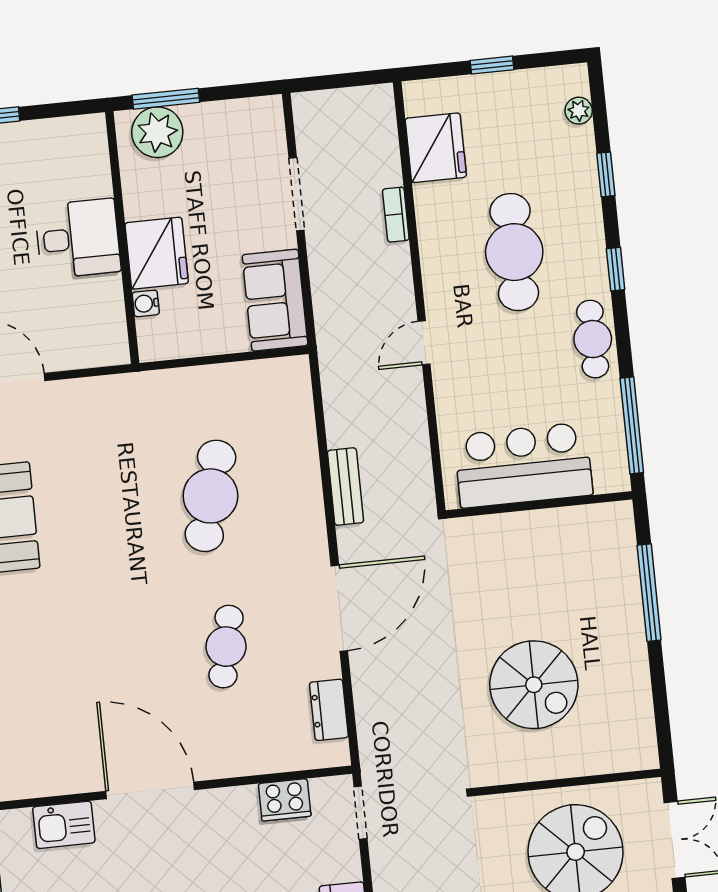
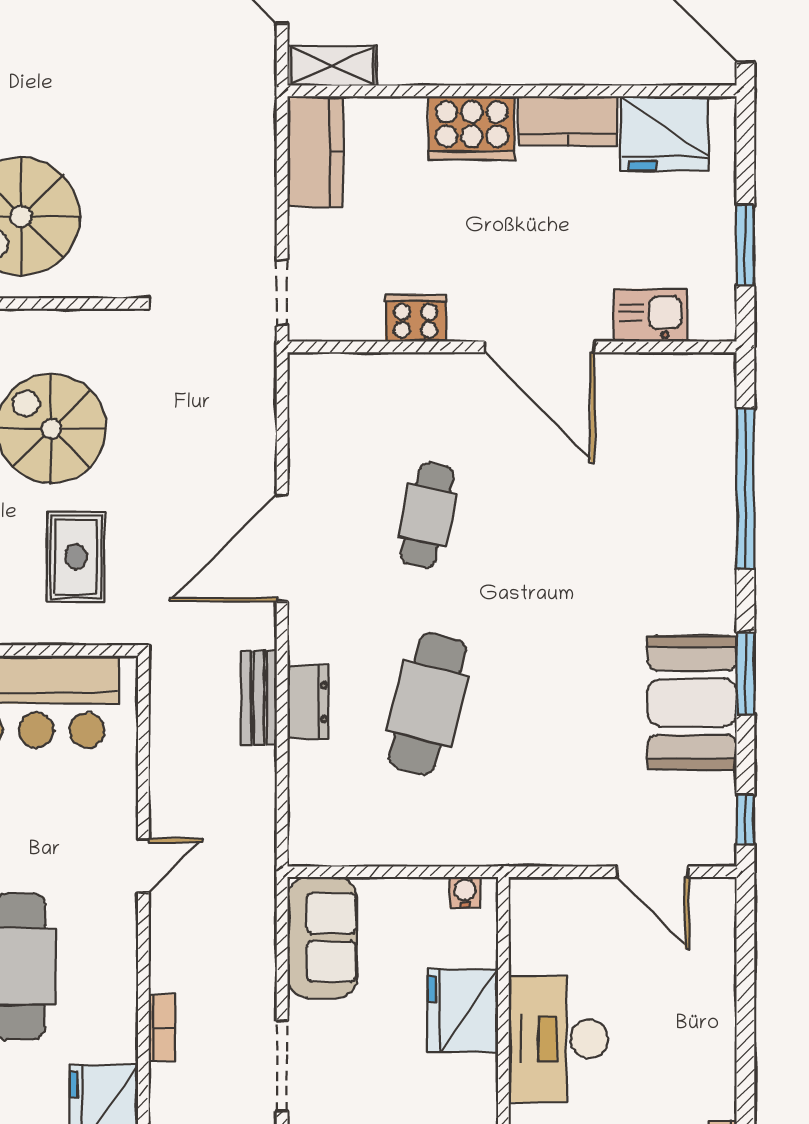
desk: (78, 239) -> (558, 1039), width x1.37
water cooler: (146, 303) -> (465, 892), moved, turned -90
rug: (503, 584) -> (76, 557), added
dresser: (329, 710) -> (308, 702), moved
cooker: (285, 800) -> (416, 318), moved

